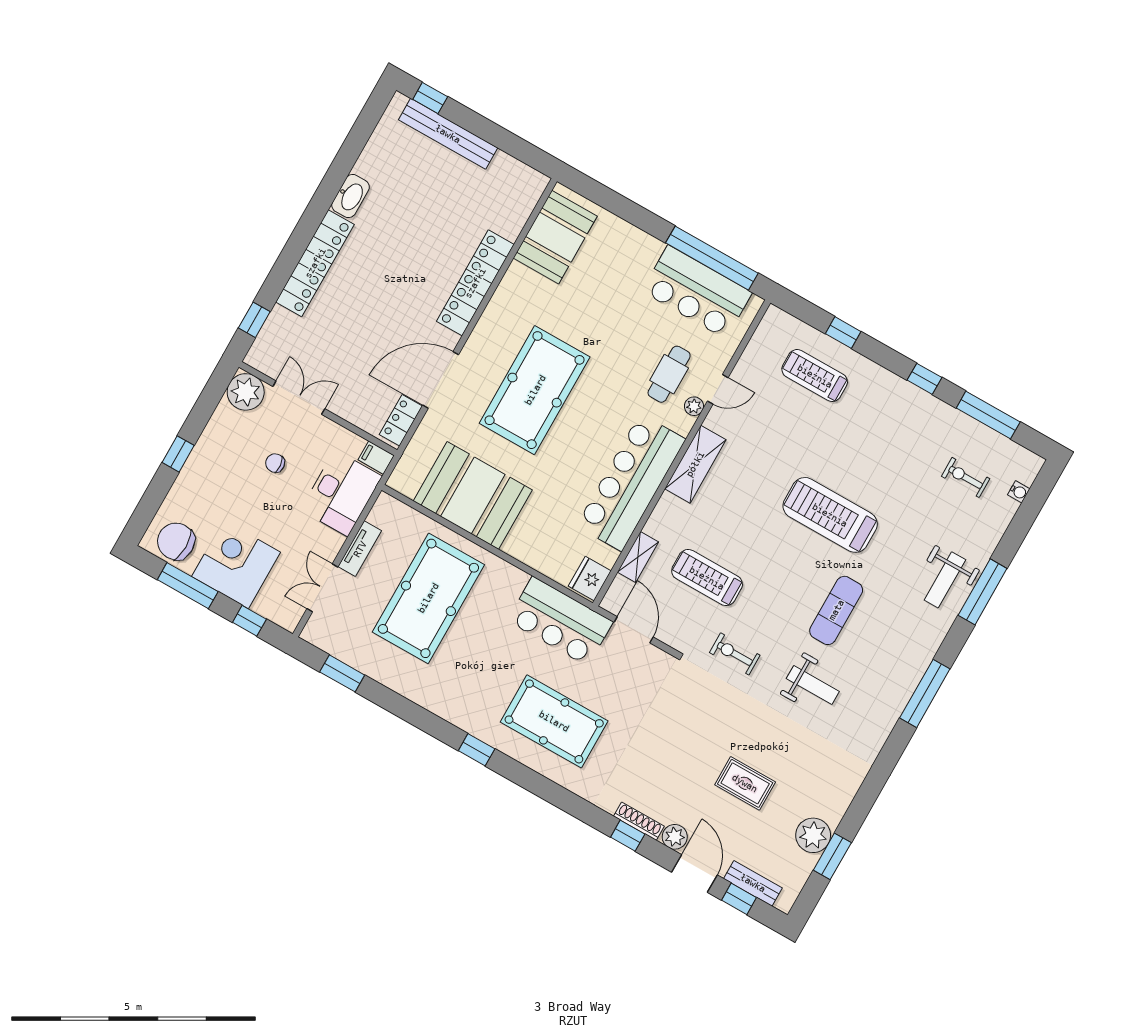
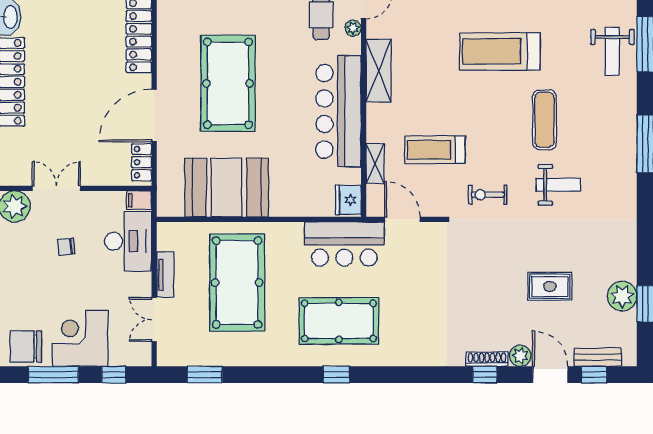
pool table: (554, 721) -> (339, 321), moved

